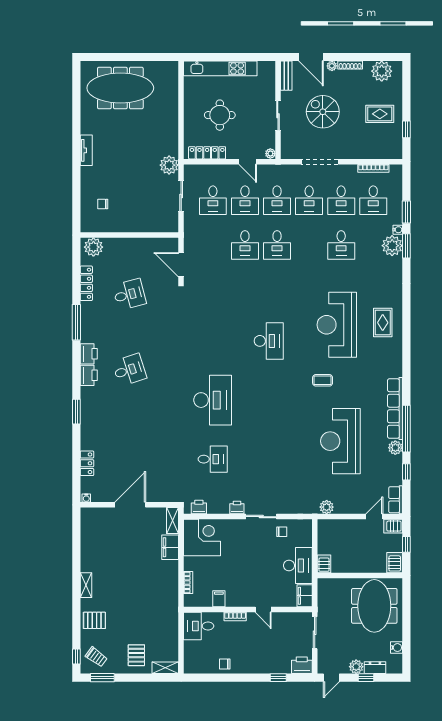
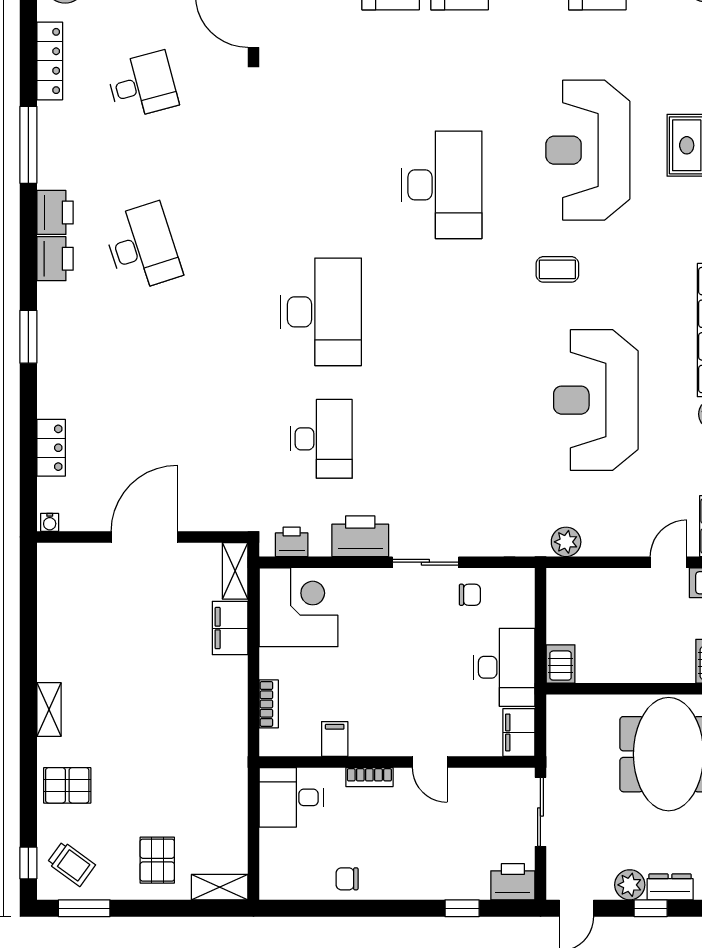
desk: (269, 341) -> (442, 185), width x1.36, depth x1.30
desk: (129, 370) -> (142, 247), width x1.37
desk: (213, 459) -> (321, 439), width x1.37
printer: (237, 508) -> (360, 536), width x1.87, depth x1.48

